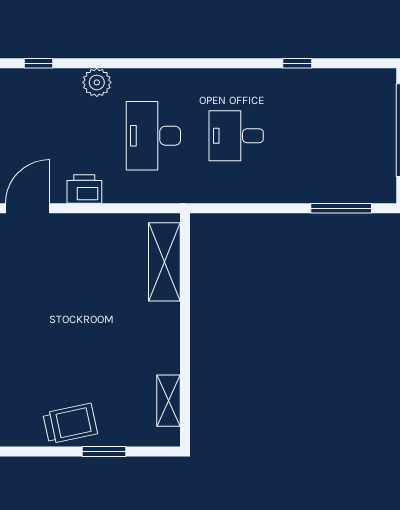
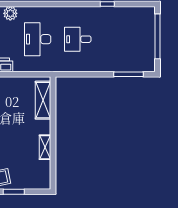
shelving: (168, 401) -> (45, 147), moved

